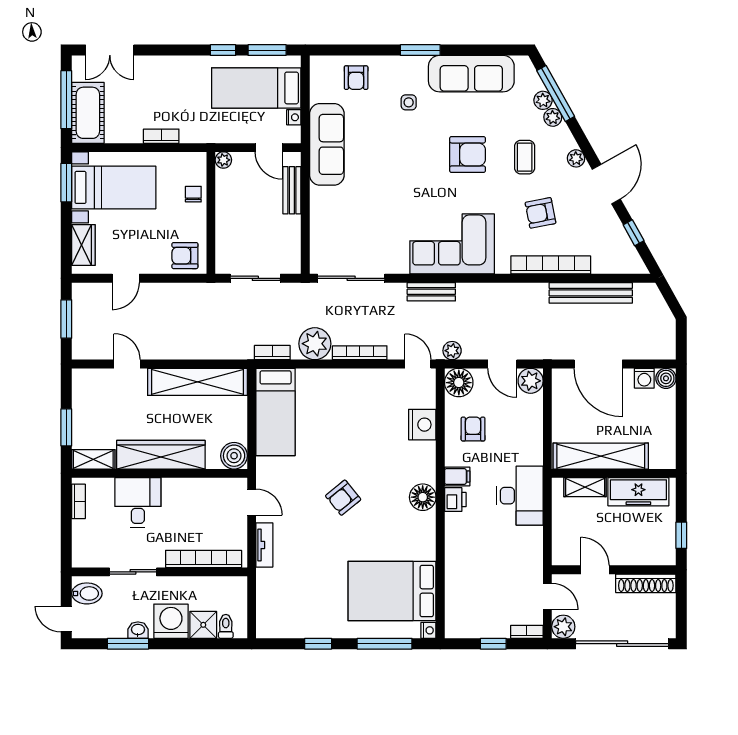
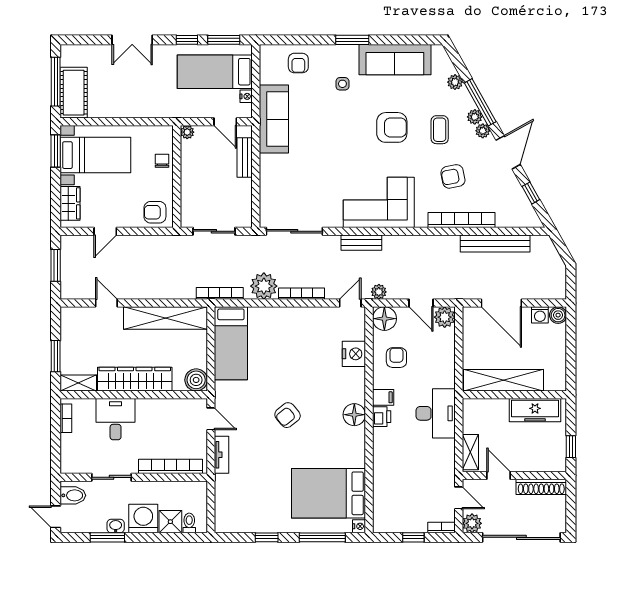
double door: (110, 50) -> (132, 40), moved
window: (556, 93) -> (480, 102), moved
plant: (553, 117) -> (475, 117), moved
bookcase: (161, 136) -> (135, 112), removed
bookcase: (272, 353) -> (220, 293), width x1.56
door: (418, 364) -> (350, 303), hinge flipped
shelving: (585, 487) -> (470, 452), moved, turned 90

